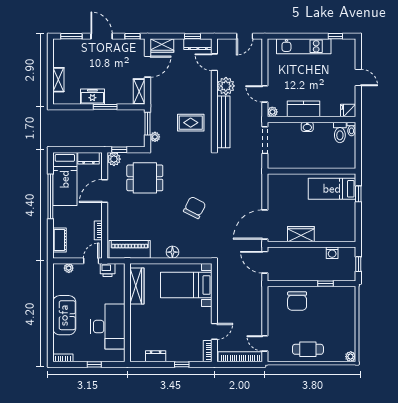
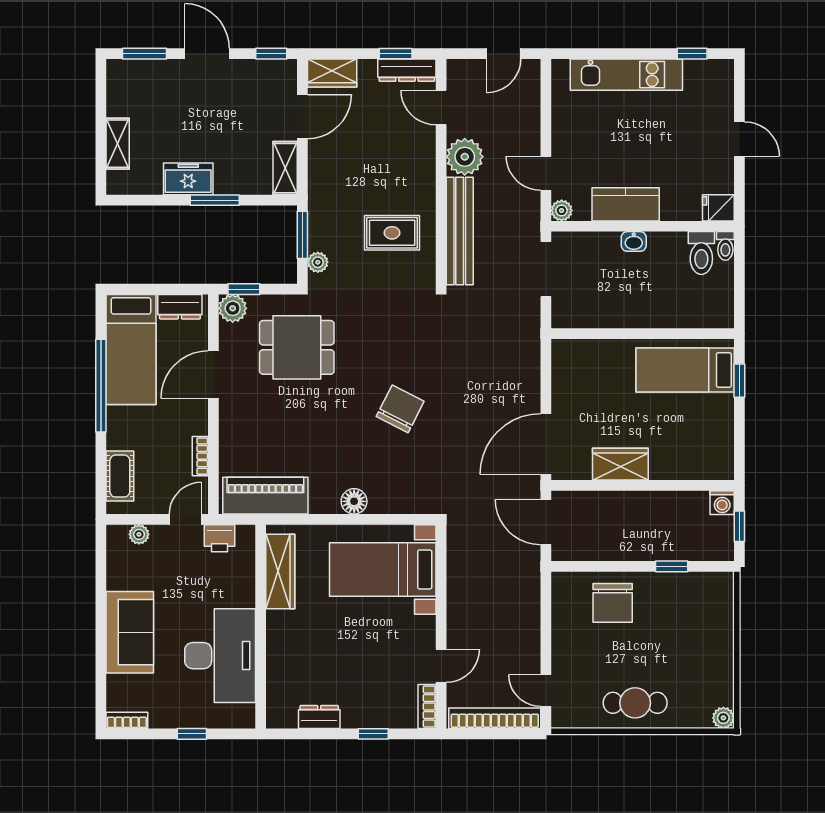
washing machine: (332, 253) -> (722, 503), moved

